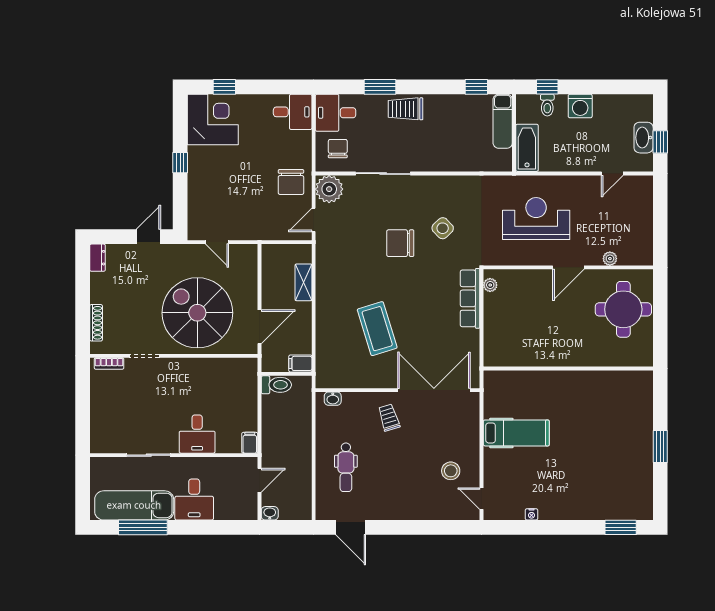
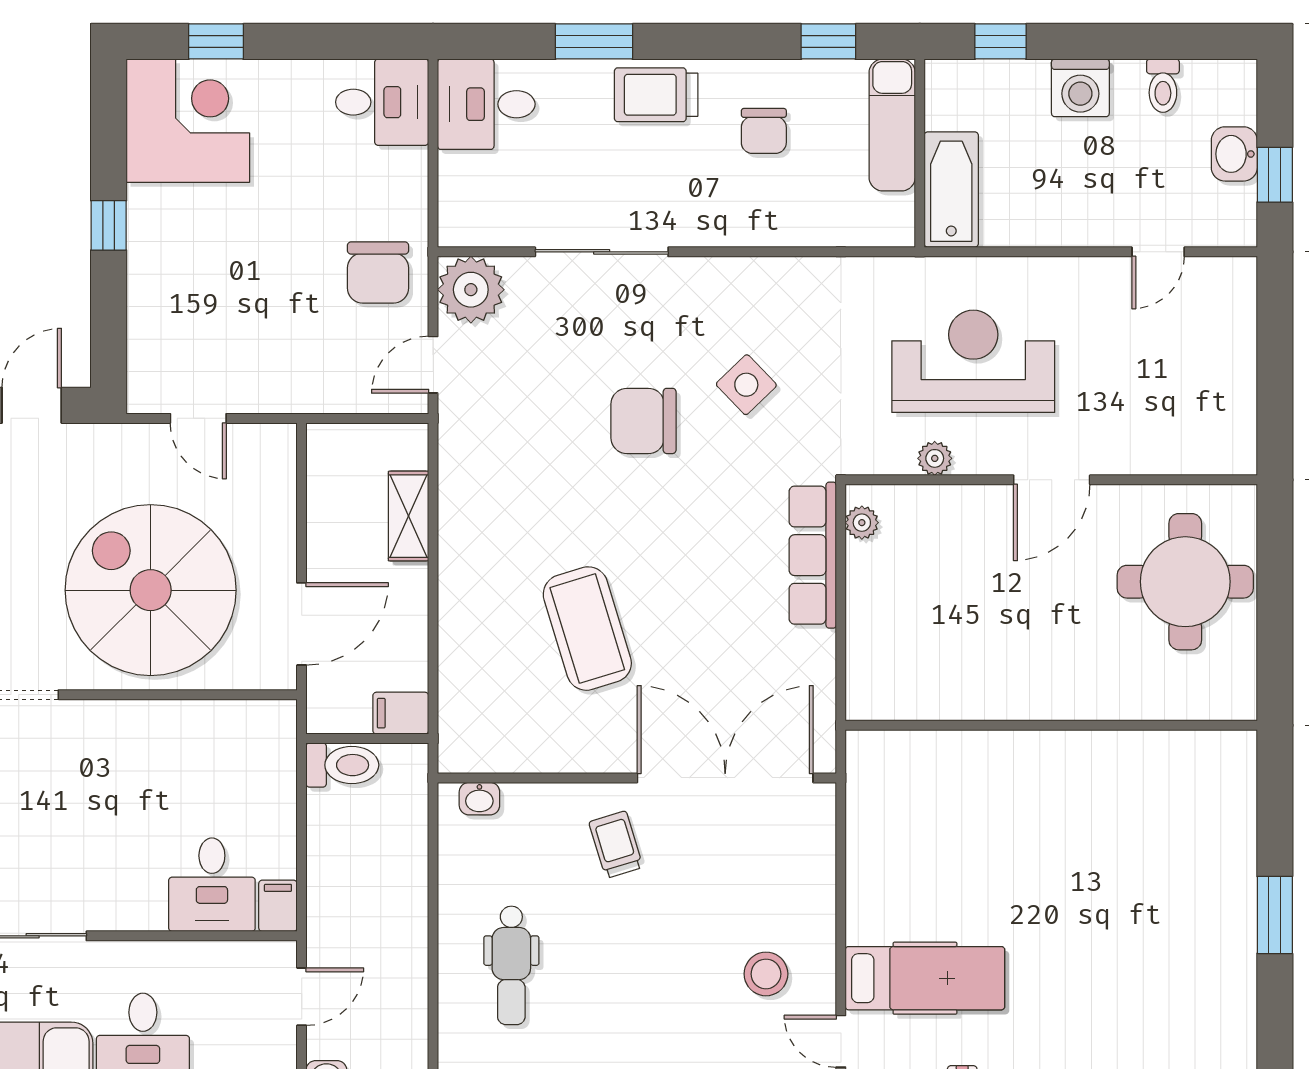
toilet: (547, 105) -> (1163, 86), moved
washbasin: (644, 138) -> (1234, 154), width x0.72
chair: (338, 149) -> (764, 131), moved, turned 180
plant: (610, 259) -> (935, 458), moved
hospital bed: (516, 433) -> (925, 978), moved
desk: (197, 434) -> (212, 885), moved

